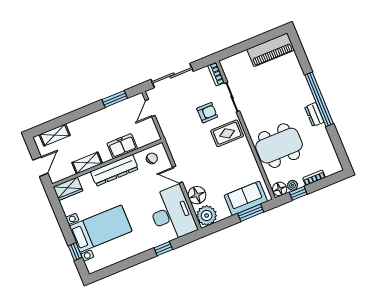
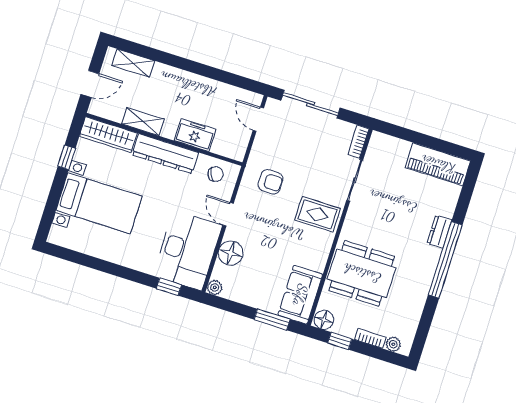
window: (115, 99) -> (229, 78), removed
door: (150, 108) -> (258, 119), hinge flipped
armchair: (207, 113) -> (271, 182), moved
dresser: (314, 114) -> (439, 232), moved
plant: (293, 185) -> (393, 344), moved
wardrobe: (68, 189) -> (108, 135), width x1.50
sofa: (246, 198) -> (300, 295), moved, turned -90
plant: (207, 216) -> (215, 287), width x0.53, depth x0.53
window: (163, 249) -> (169, 287), moved
window: (75, 252) -> (67, 157), moved

